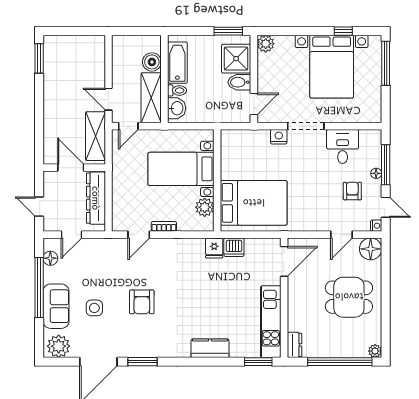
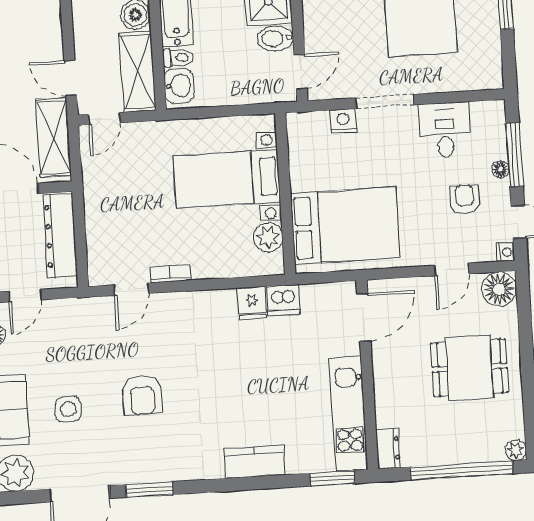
bed with nightstands: (181, 169) -> (227, 179), moved
wall: (217, 180) -> (285, 194), moved
bed: (254, 203) -> (345, 226), moved
plant: (205, 207) -> (268, 237), moved

